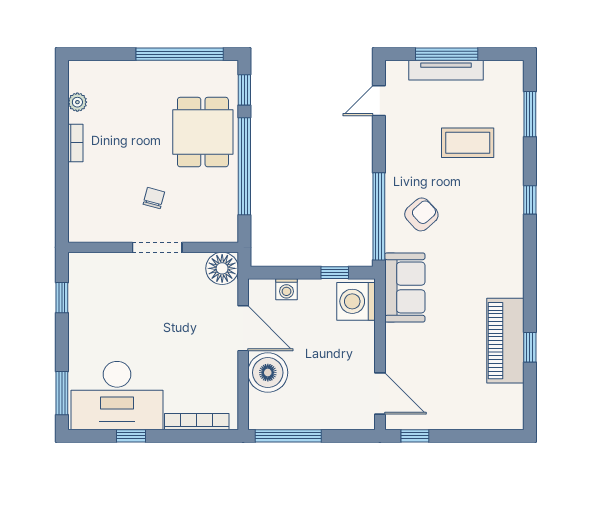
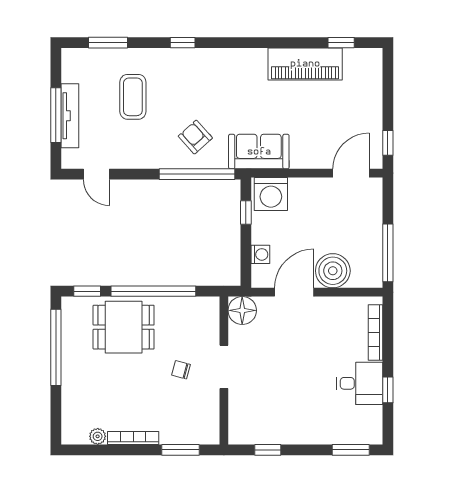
bookcase: (75, 143) -> (133, 438), width x1.56
window: (62, 197) -> (180, 450), added
window: (530, 347) -> (341, 43), moved
desk: (117, 396) -> (360, 383), width x0.53, depth x0.77

